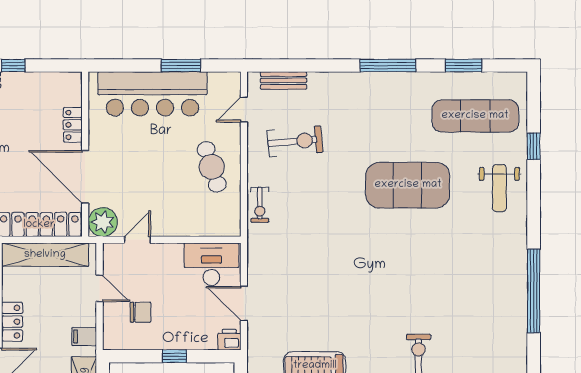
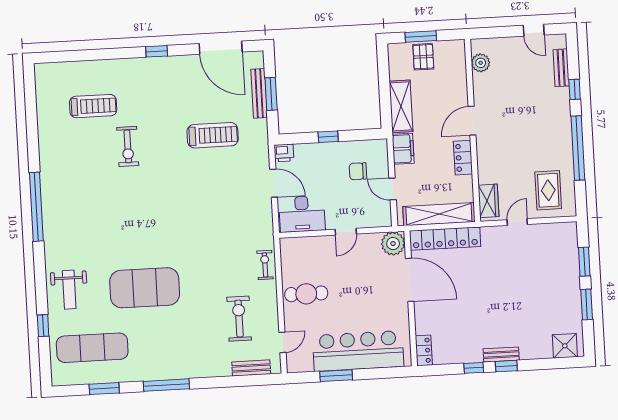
locker: (73, 125) -> (424, 350), moved
exercise bike: (295, 141) -> (239, 319), turned 95
cafe table: (212, 167) -> (306, 294), turned -72
weight bench: (499, 188) -> (69, 290), turned 180
door: (138, 240) -> (346, 232), moved
filing cabinet: (84, 336) -> (403, 149), width x2.00

